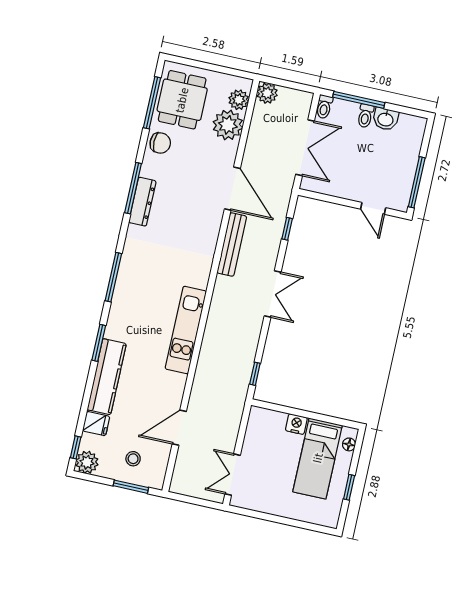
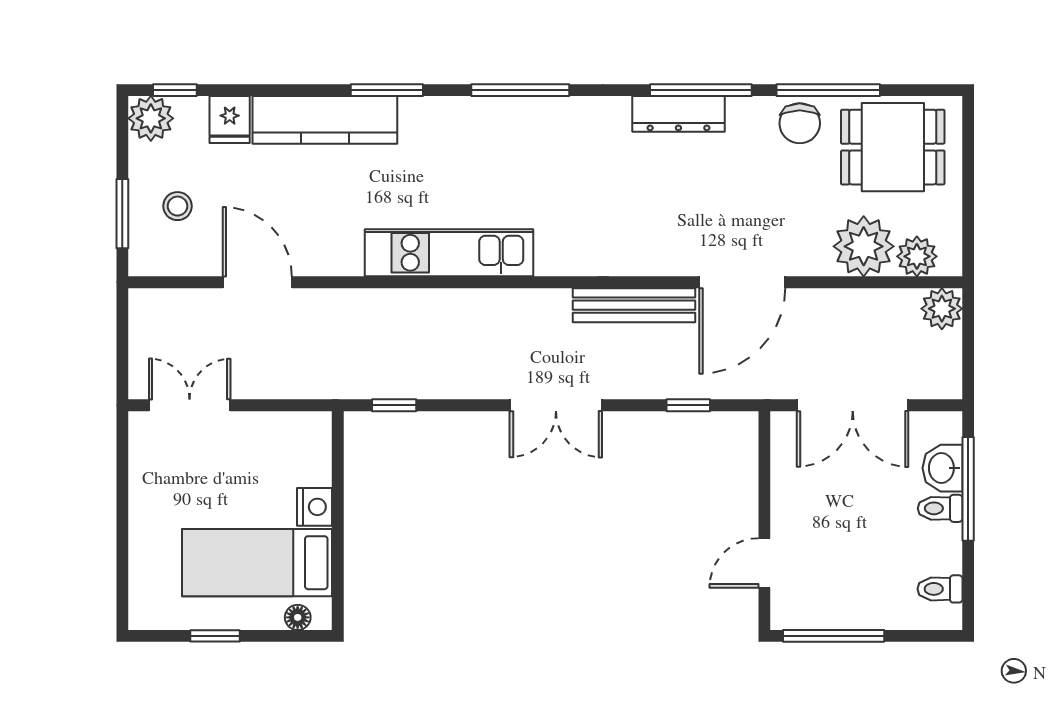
window: (152, 103) -> (828, 90), moved
toilet: (324, 107) -> (940, 589), moved
washbasin: (386, 119) -> (943, 468), moved

